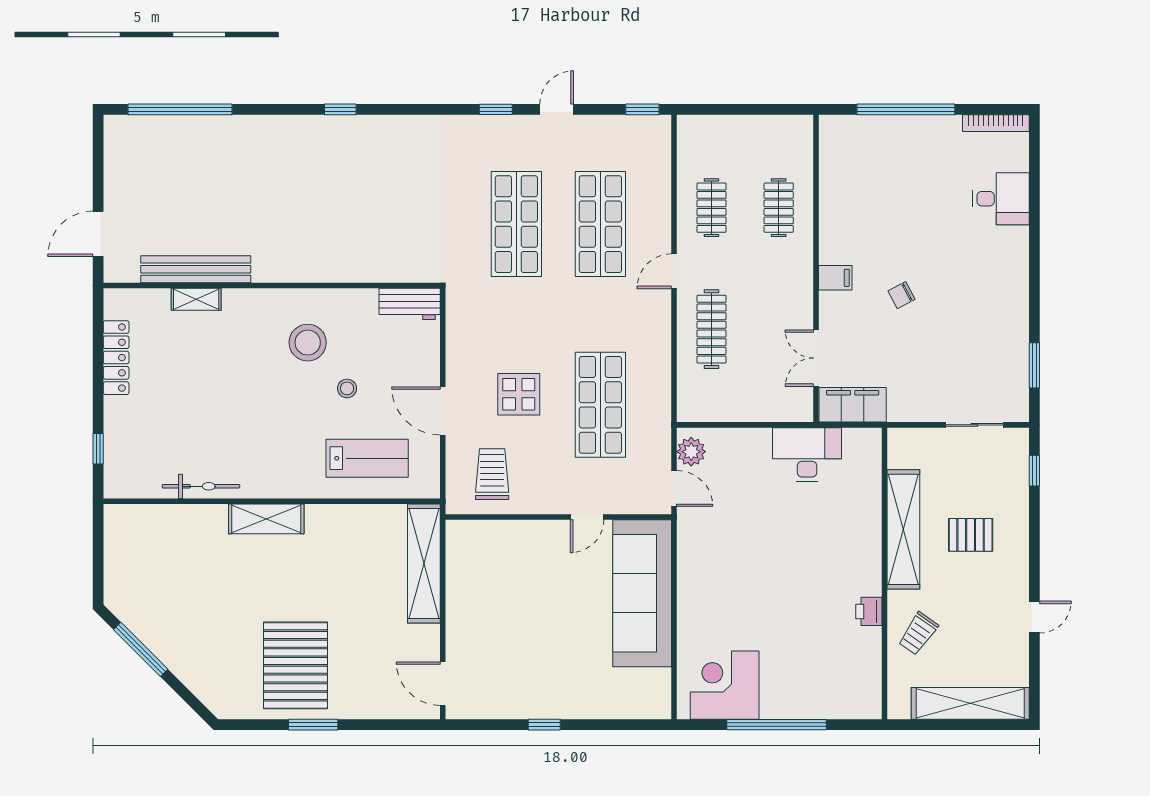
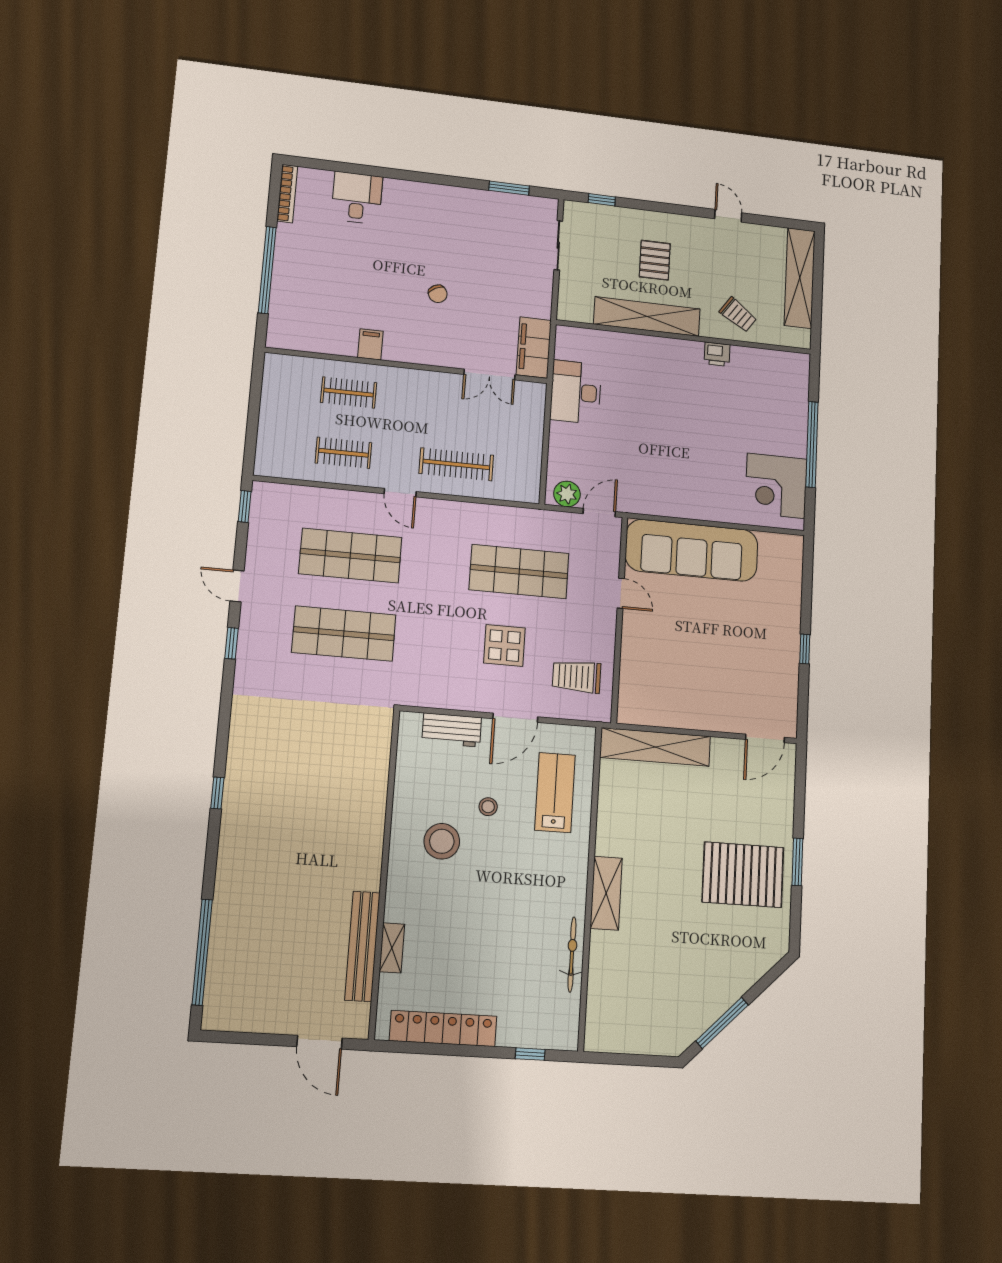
filing cabinet: (835, 278) -> (370, 344), moved
workbench: (410, 304) -> (452, 730), moved, turned 90
locker: (116, 358) -> (443, 1028), width x1.41, depth x1.21

